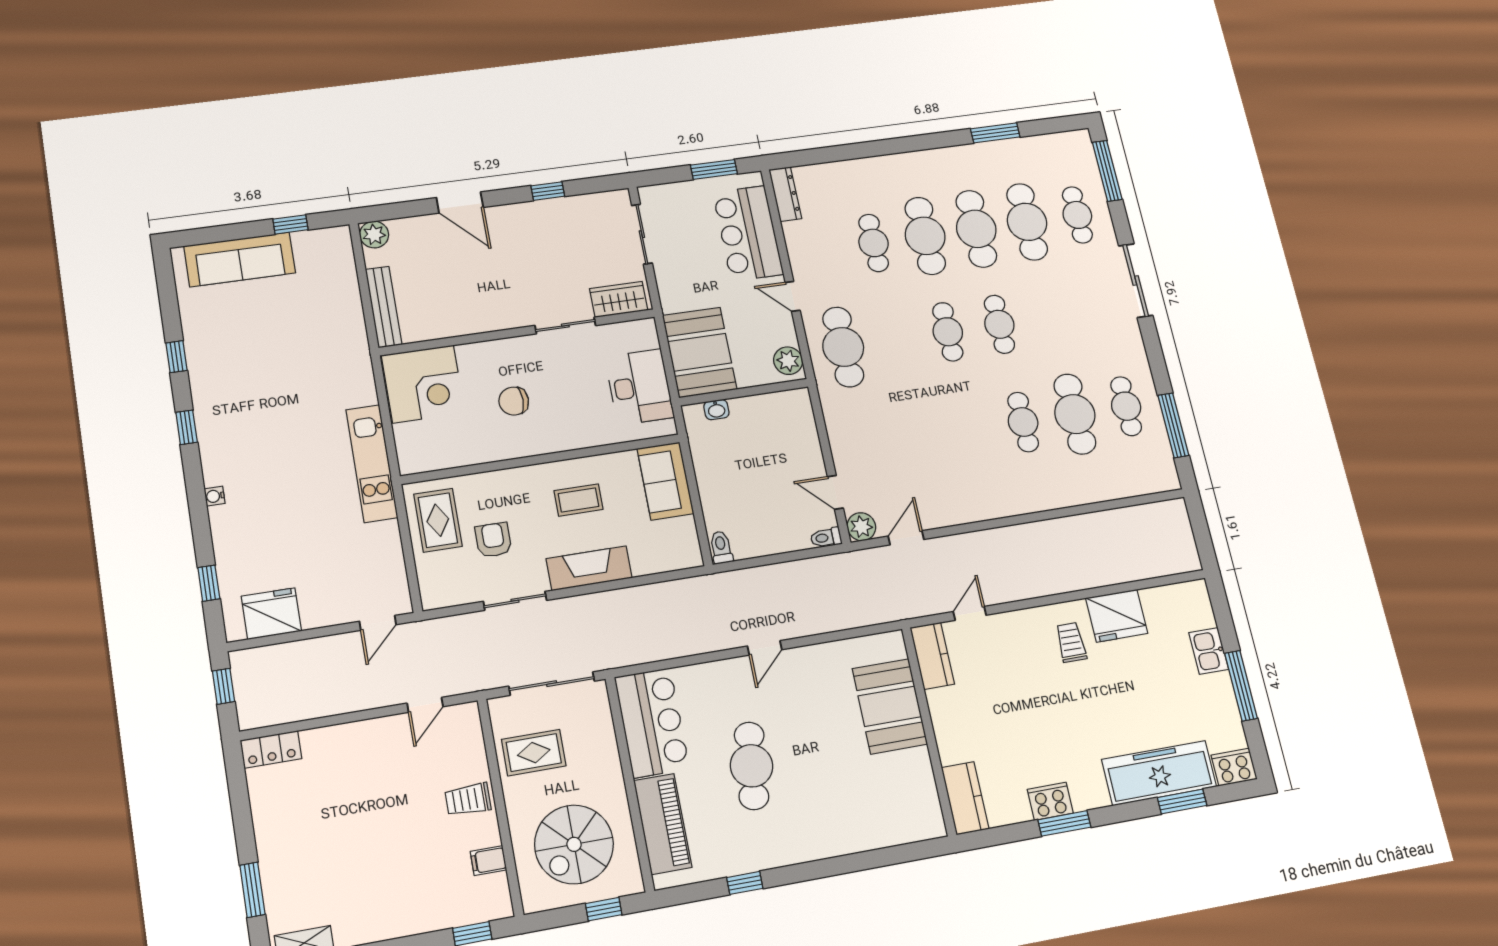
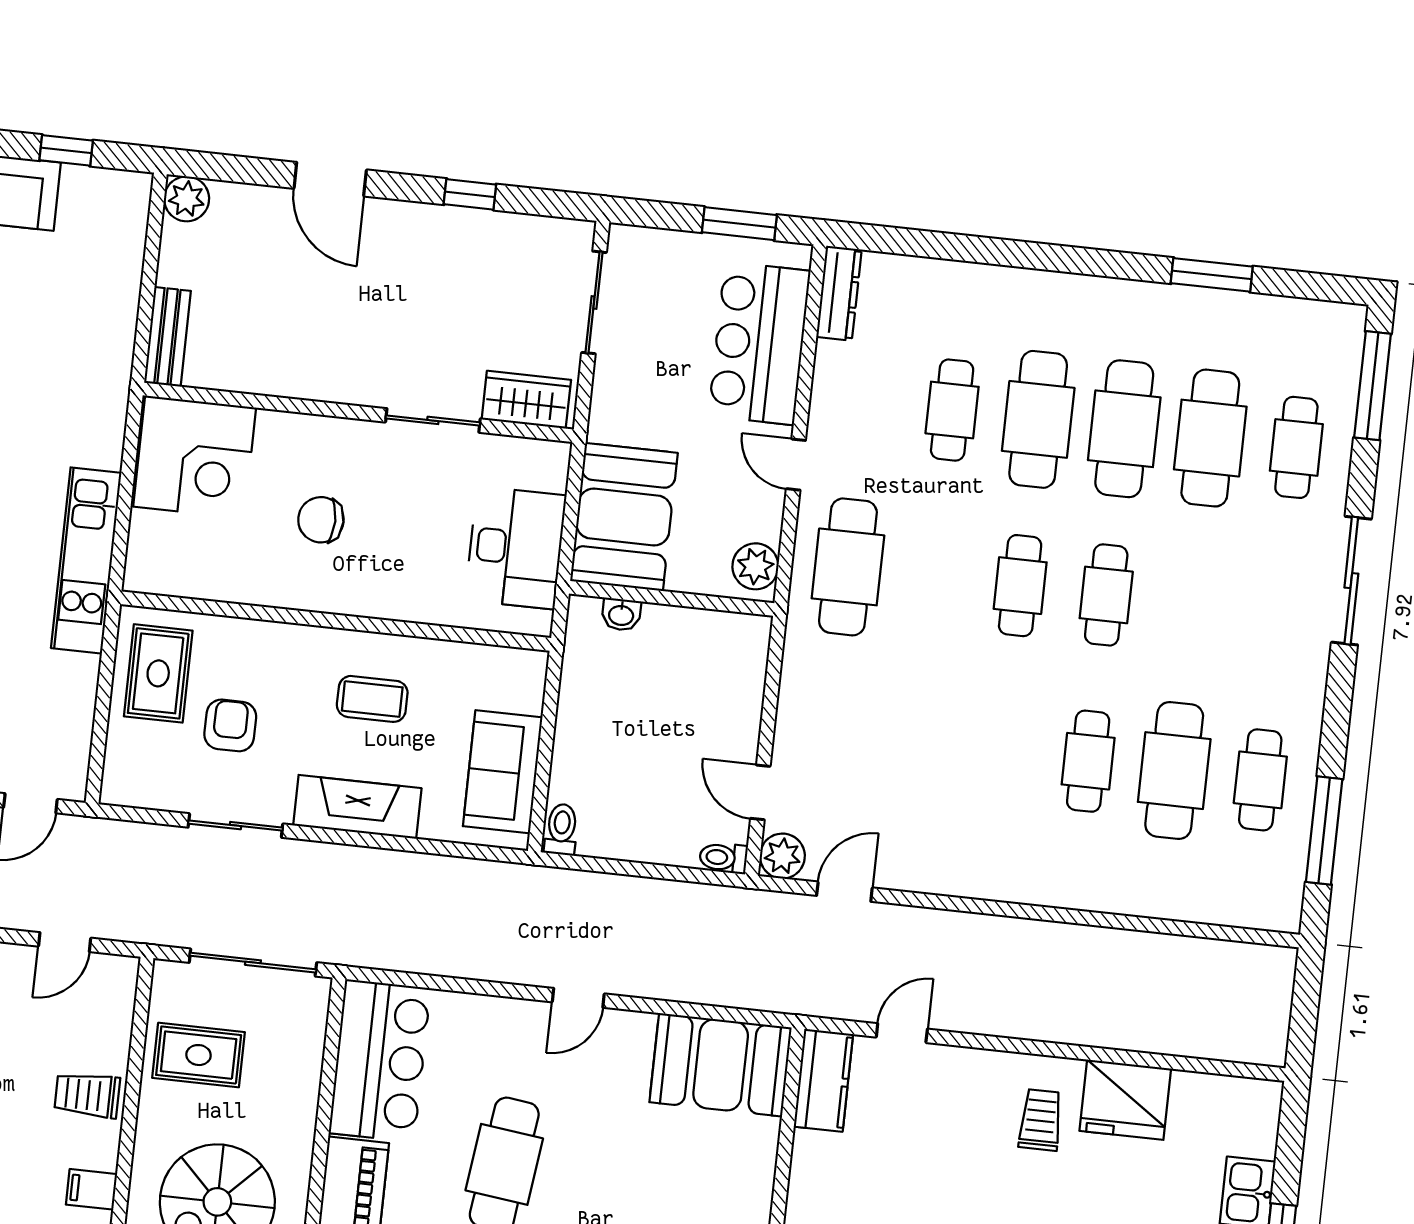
bench: (384, 307) -> (167, 337), width x0.73
sofa: (665, 481) -> (503, 772), moved
booth: (890, 706) -> (721, 1065), moved, turned 90

